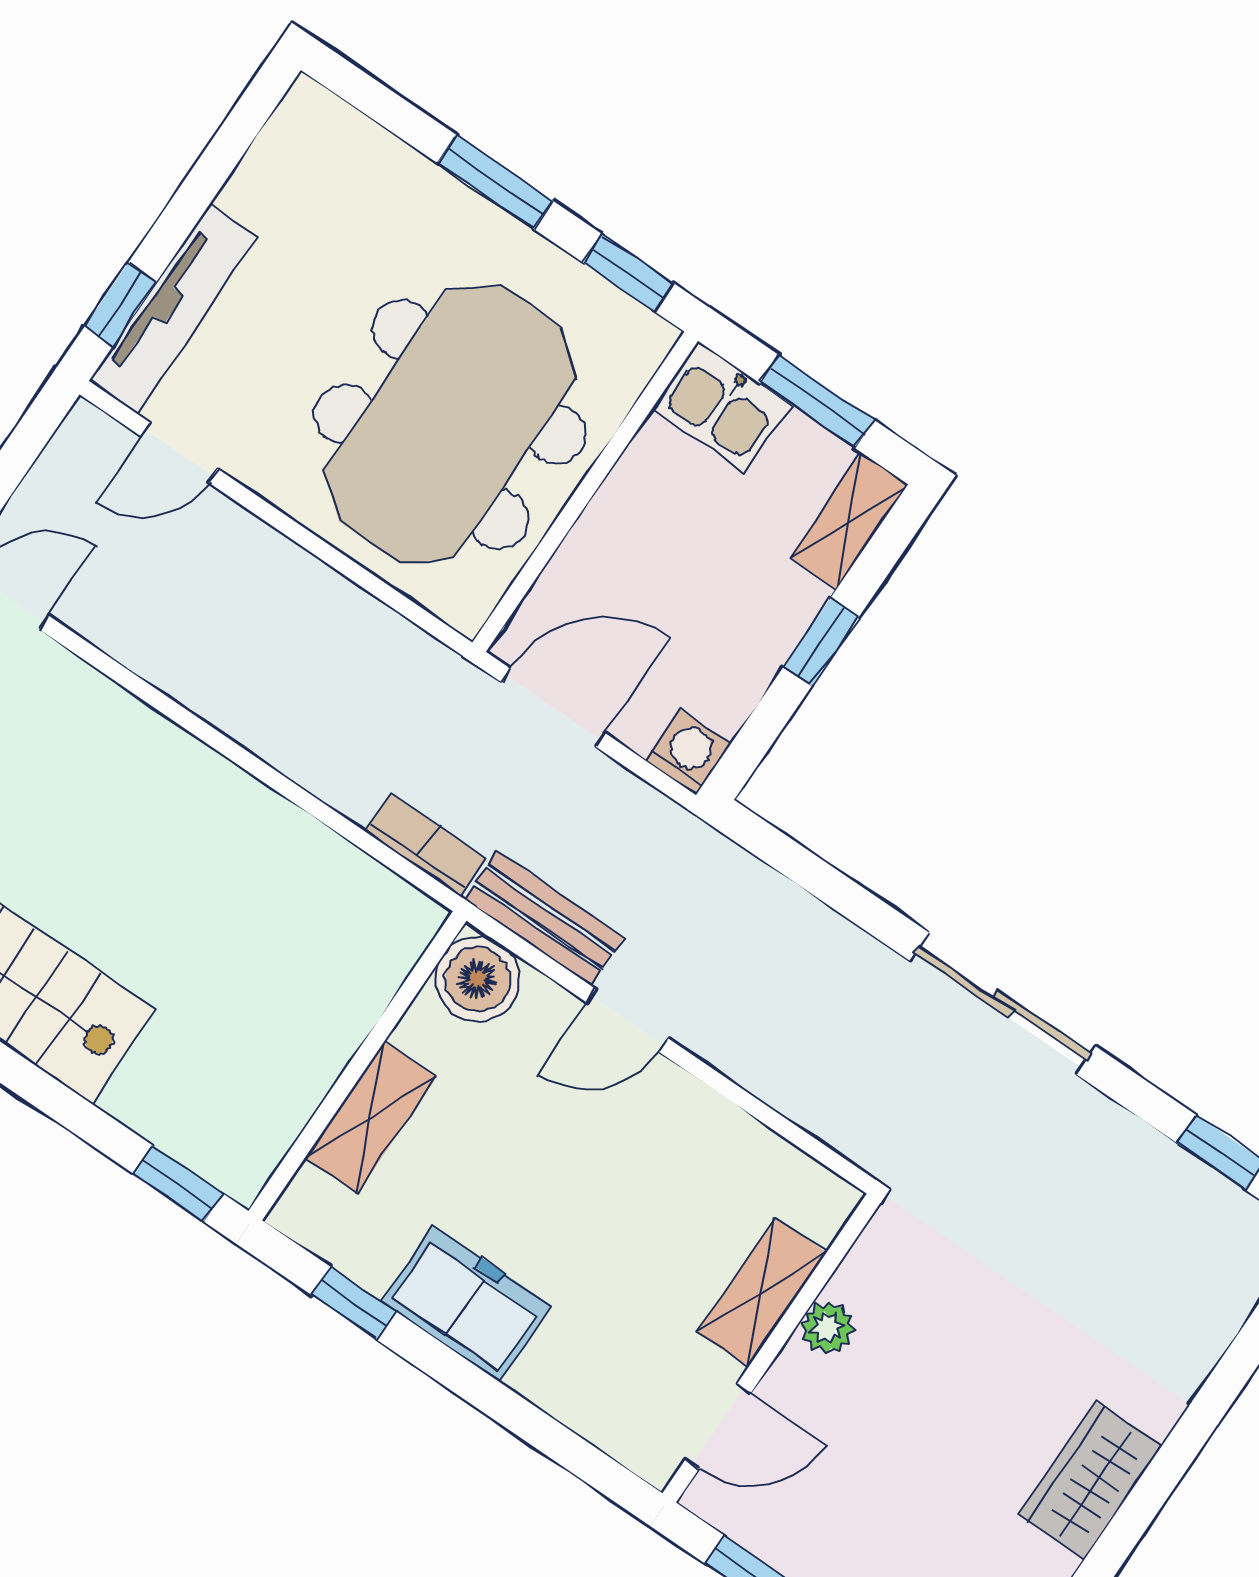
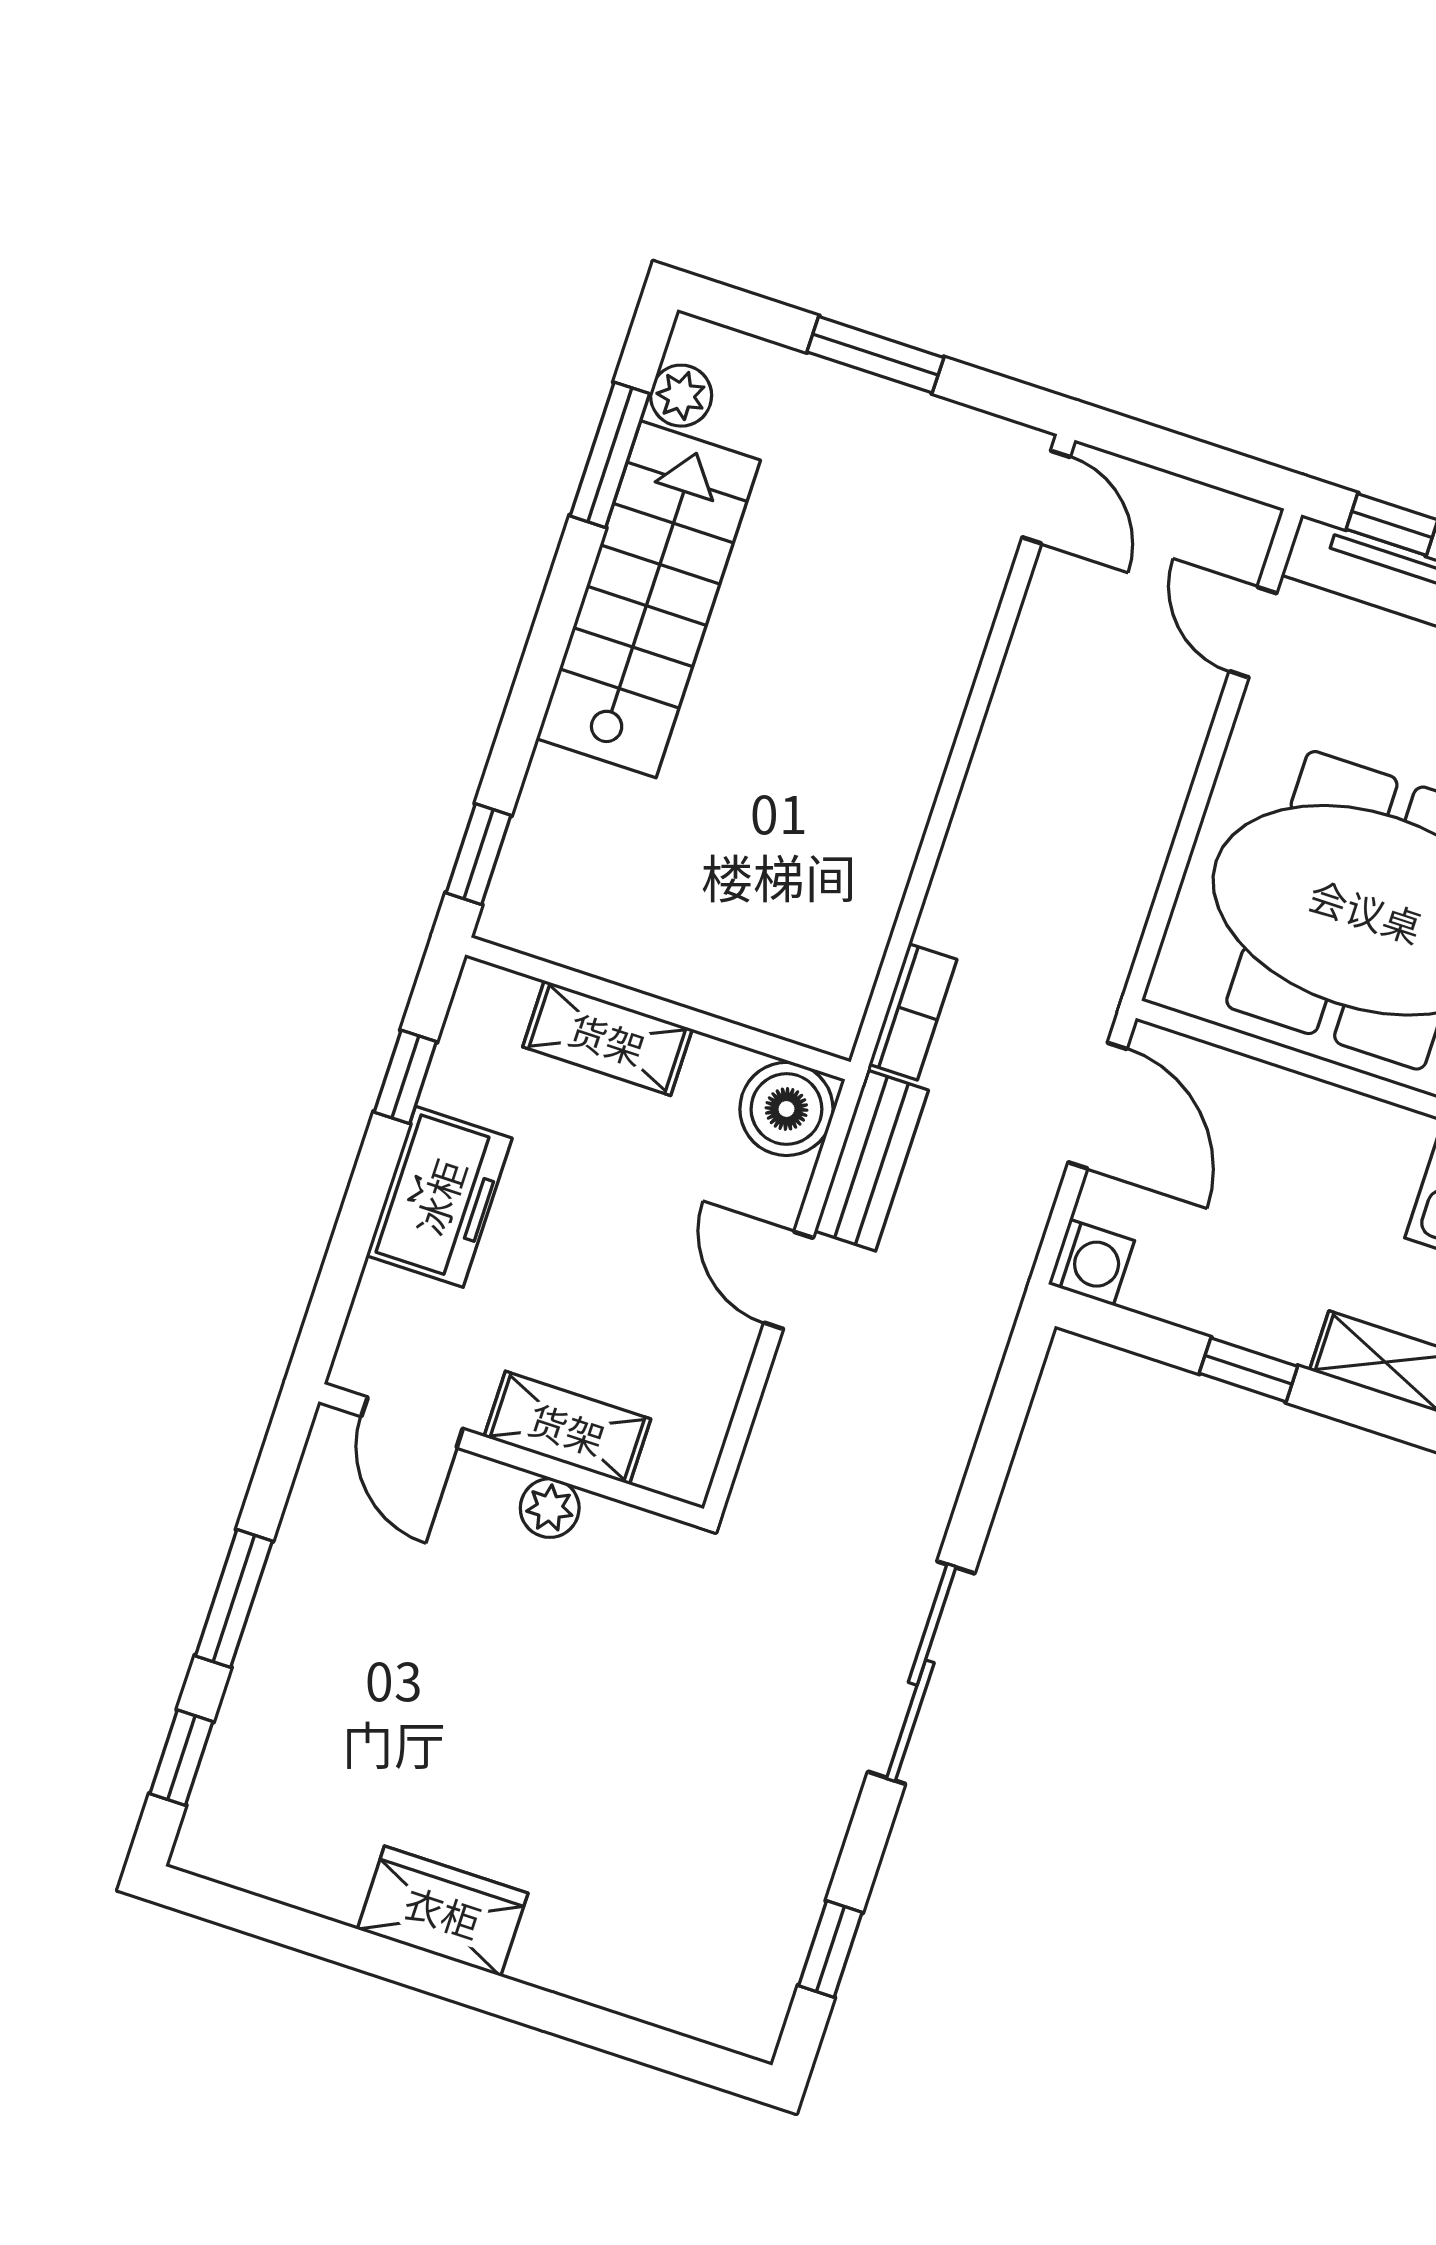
shelving: (762, 1292) -> (567, 1428), moved
plant: (827, 1328) -> (550, 1508), moved
wall: (771, 1348) -> (511, 1455), moved
door: (718, 1426) -> (412, 1422), moved

